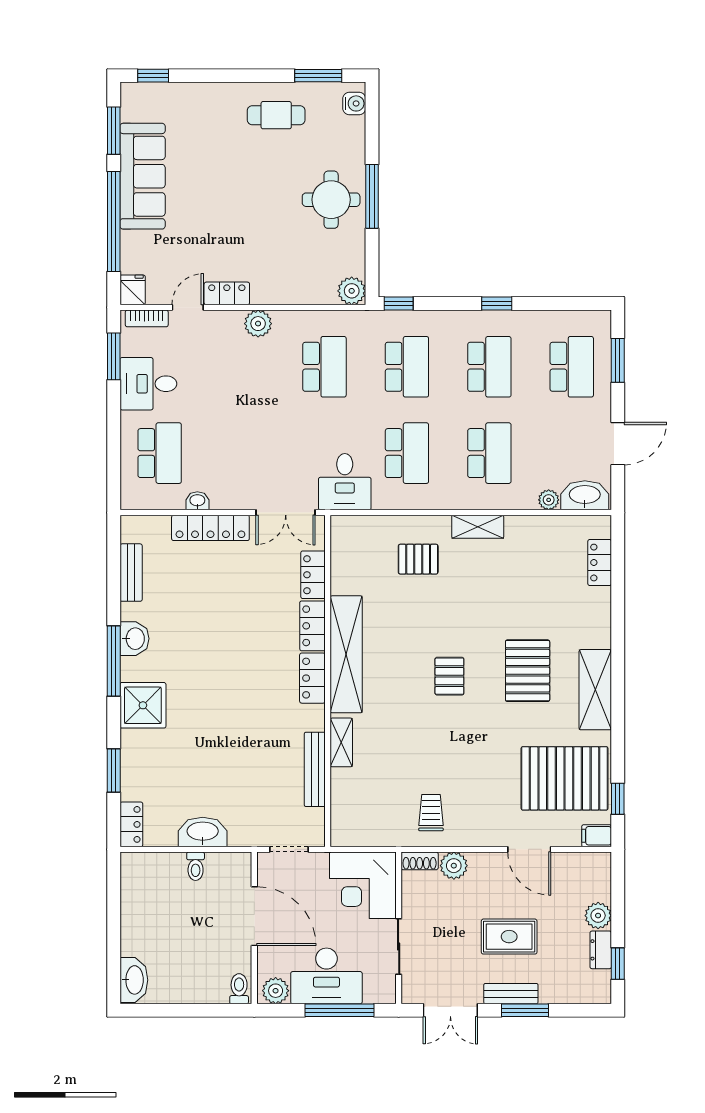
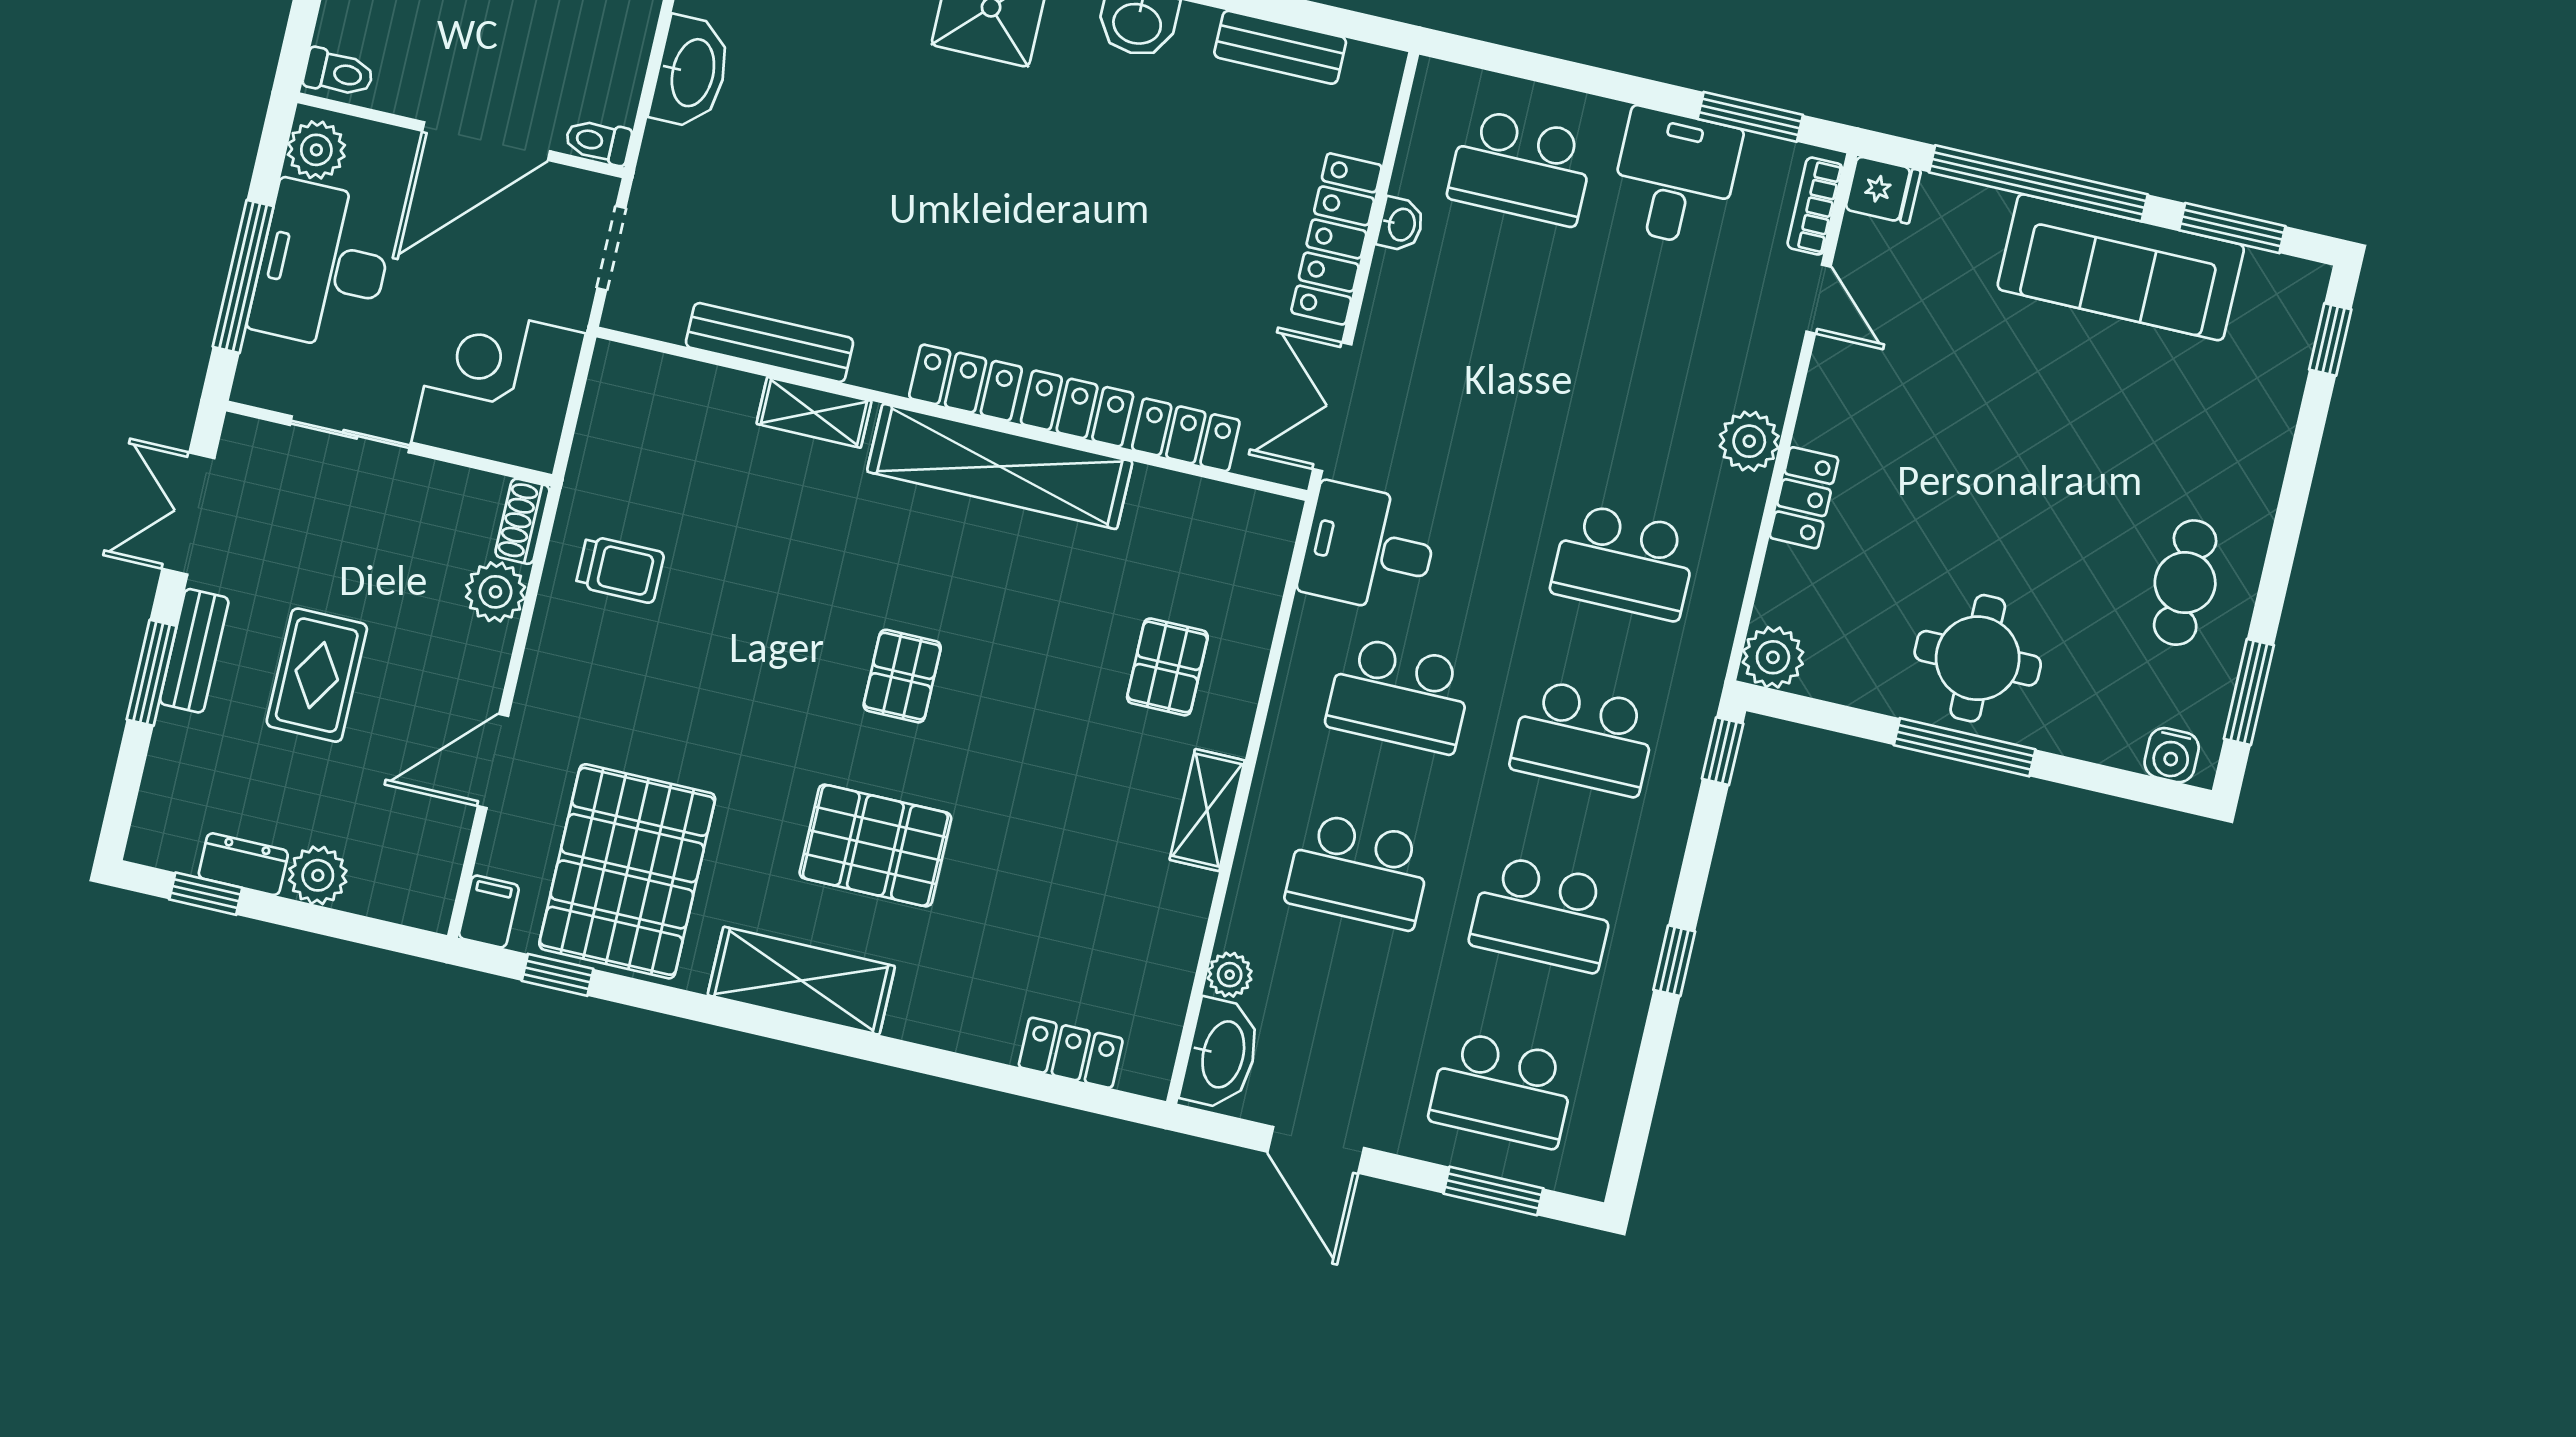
locker: (227, 293) -> (1804, 498), moved
pallet: (449, 676) -> (902, 676), turned 90
toilet: (196, 866) -> (598, 141), moved

